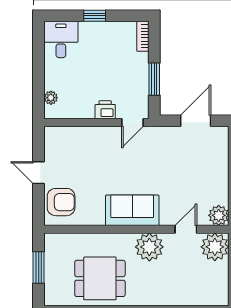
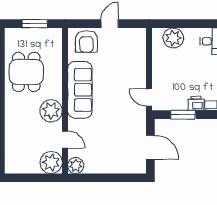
plant: (51, 98) -> (173, 38), width x1.87, depth x1.87
printer: (105, 110) -> (196, 103), moved, turned -90
sofa: (132, 210) -> (80, 90), width x1.36

